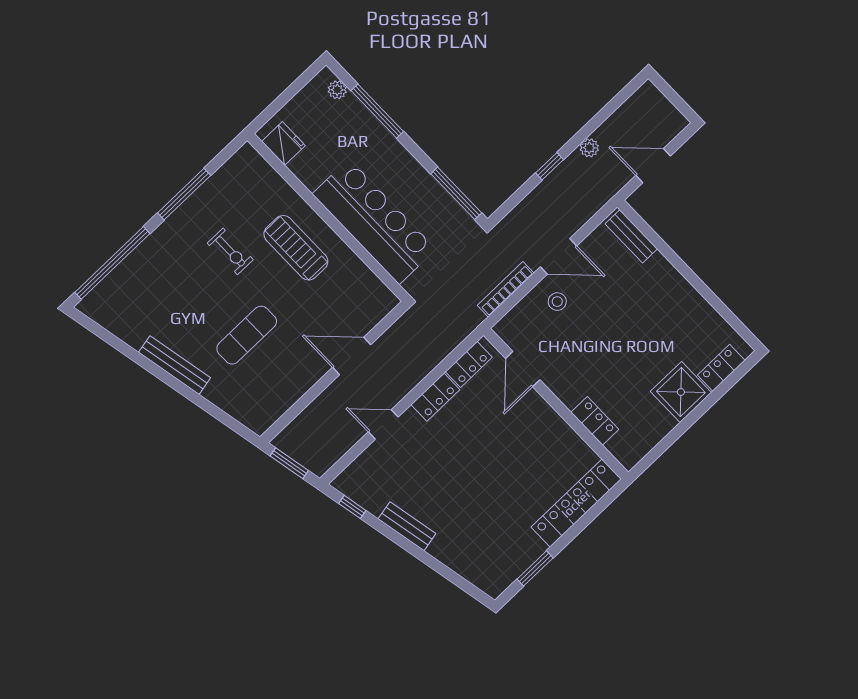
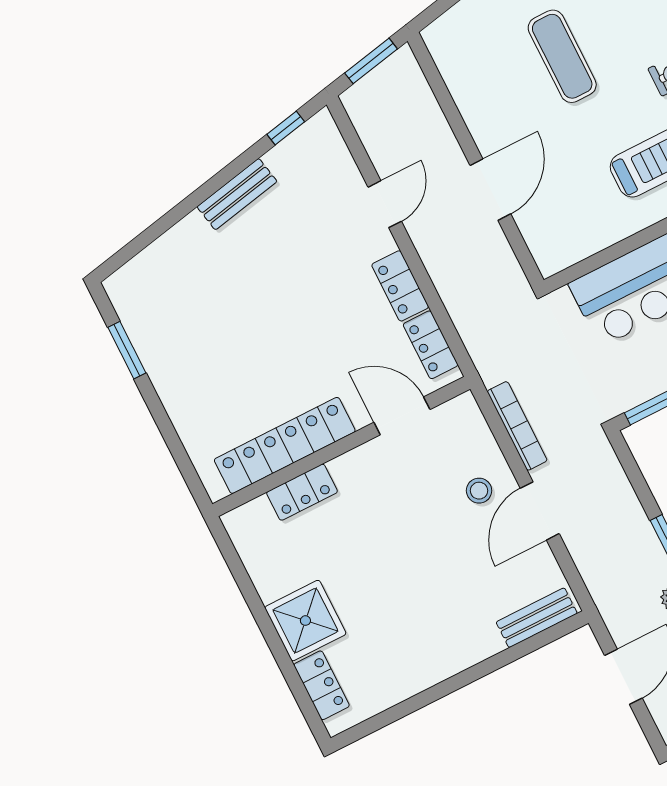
locker: (576, 503) -> (285, 445), moved, turned -90

